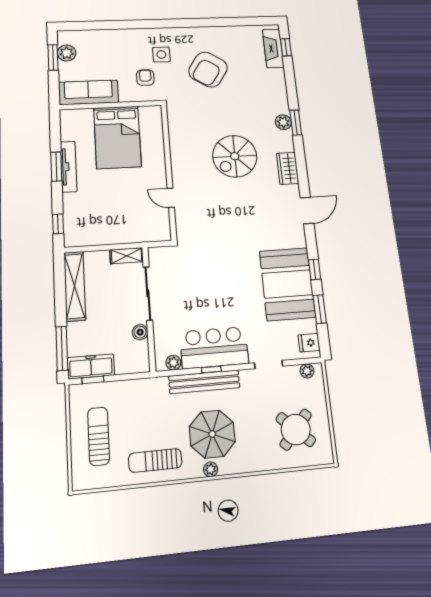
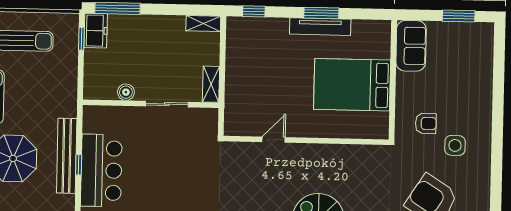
plant: (67, 53) -> (464, 32), removed
sofa: (88, 92) -> (411, 46), width x0.73
shelving: (75, 286) -> (203, 24), width x0.45, depth x0.75
sliding door: (148, 293) -> (167, 104), width x0.73
plant: (173, 363) -> (90, 125), removed
freezer: (91, 366) -> (96, 31), width x0.71

